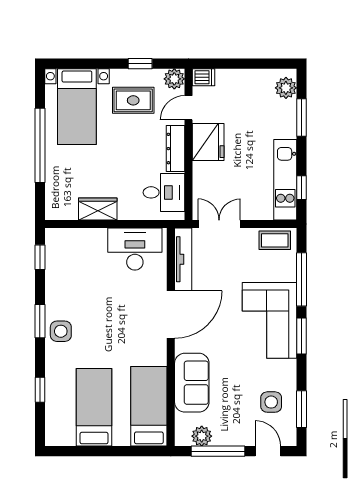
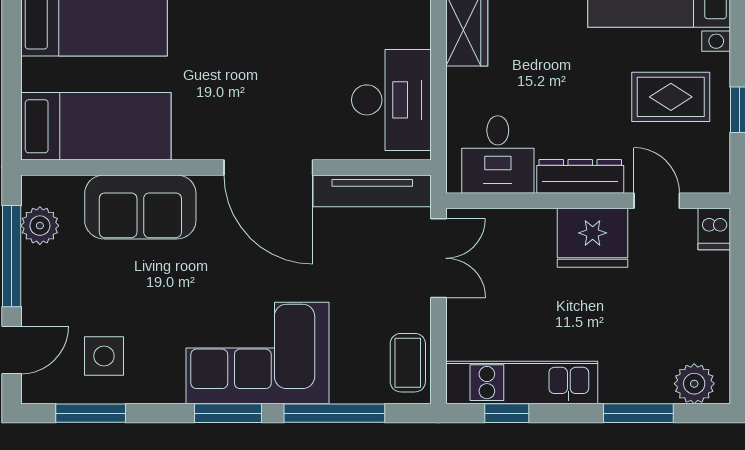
plant: (174, 79) -> (711, 174), removed
rug: (133, 100) -> (671, 97), turned 90

